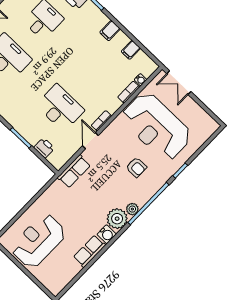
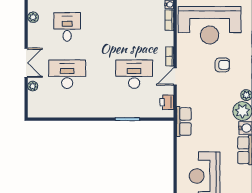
door: (90, 141) -> (175, 77), hinge flipped
printer: (44, 148) -> (167, 102), moved, turned -90
row of seats: (74, 171) -> (184, 121), moved

